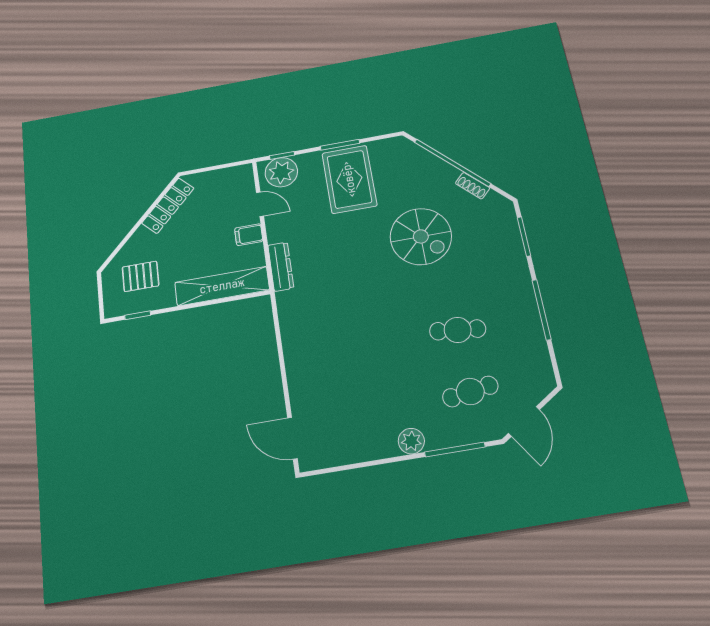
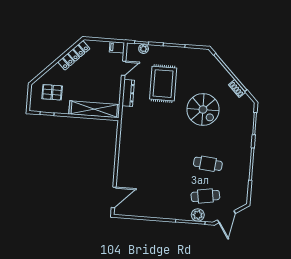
plant: (281, 172) -> (144, 49), width x0.53, depth x0.53
rug: (349, 179) -> (163, 84), moved
door: (260, 204) -> (124, 68), hinge flipped
filing cabinet: (249, 235) -> (117, 47), moved
dresser: (281, 267) -> (128, 93), moved
door: (292, 438) -> (114, 197), swing flipped
plant: (411, 441) -> (198, 215), moved

